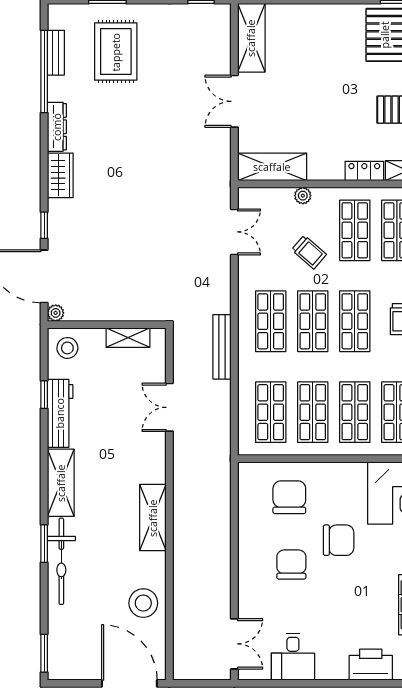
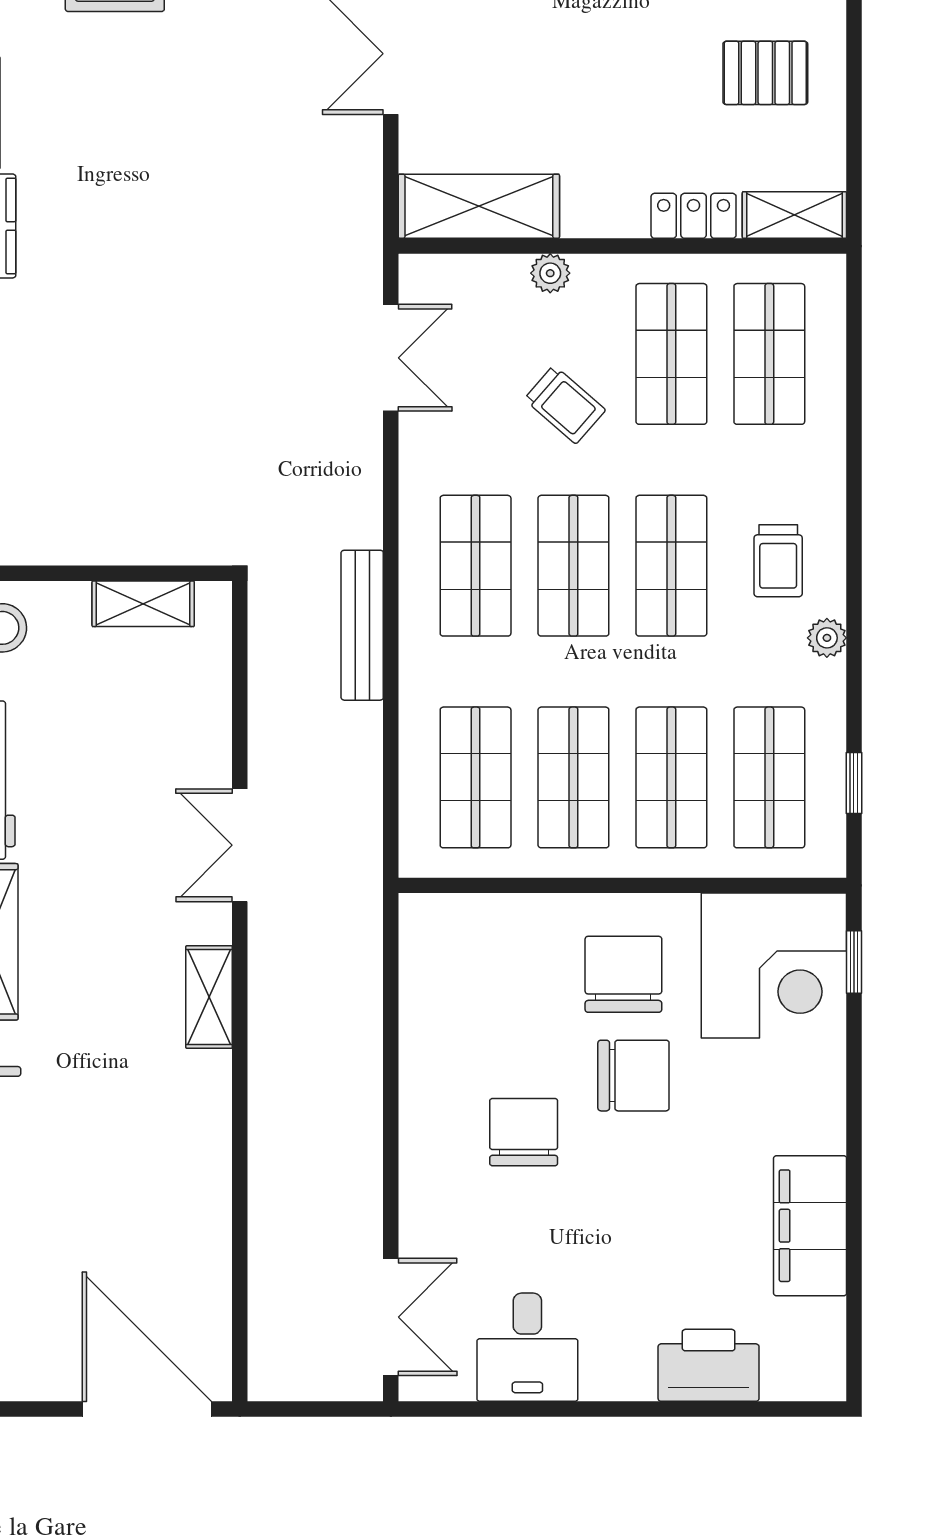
double door: (169, 407) -> (240, 845), moved
chair: (289, 497) -> (623, 974), moved
shelving: (153, 518) -> (209, 997), width x0.67, depth x0.75
stool: (143, 603) -> (179, 1222), removed

